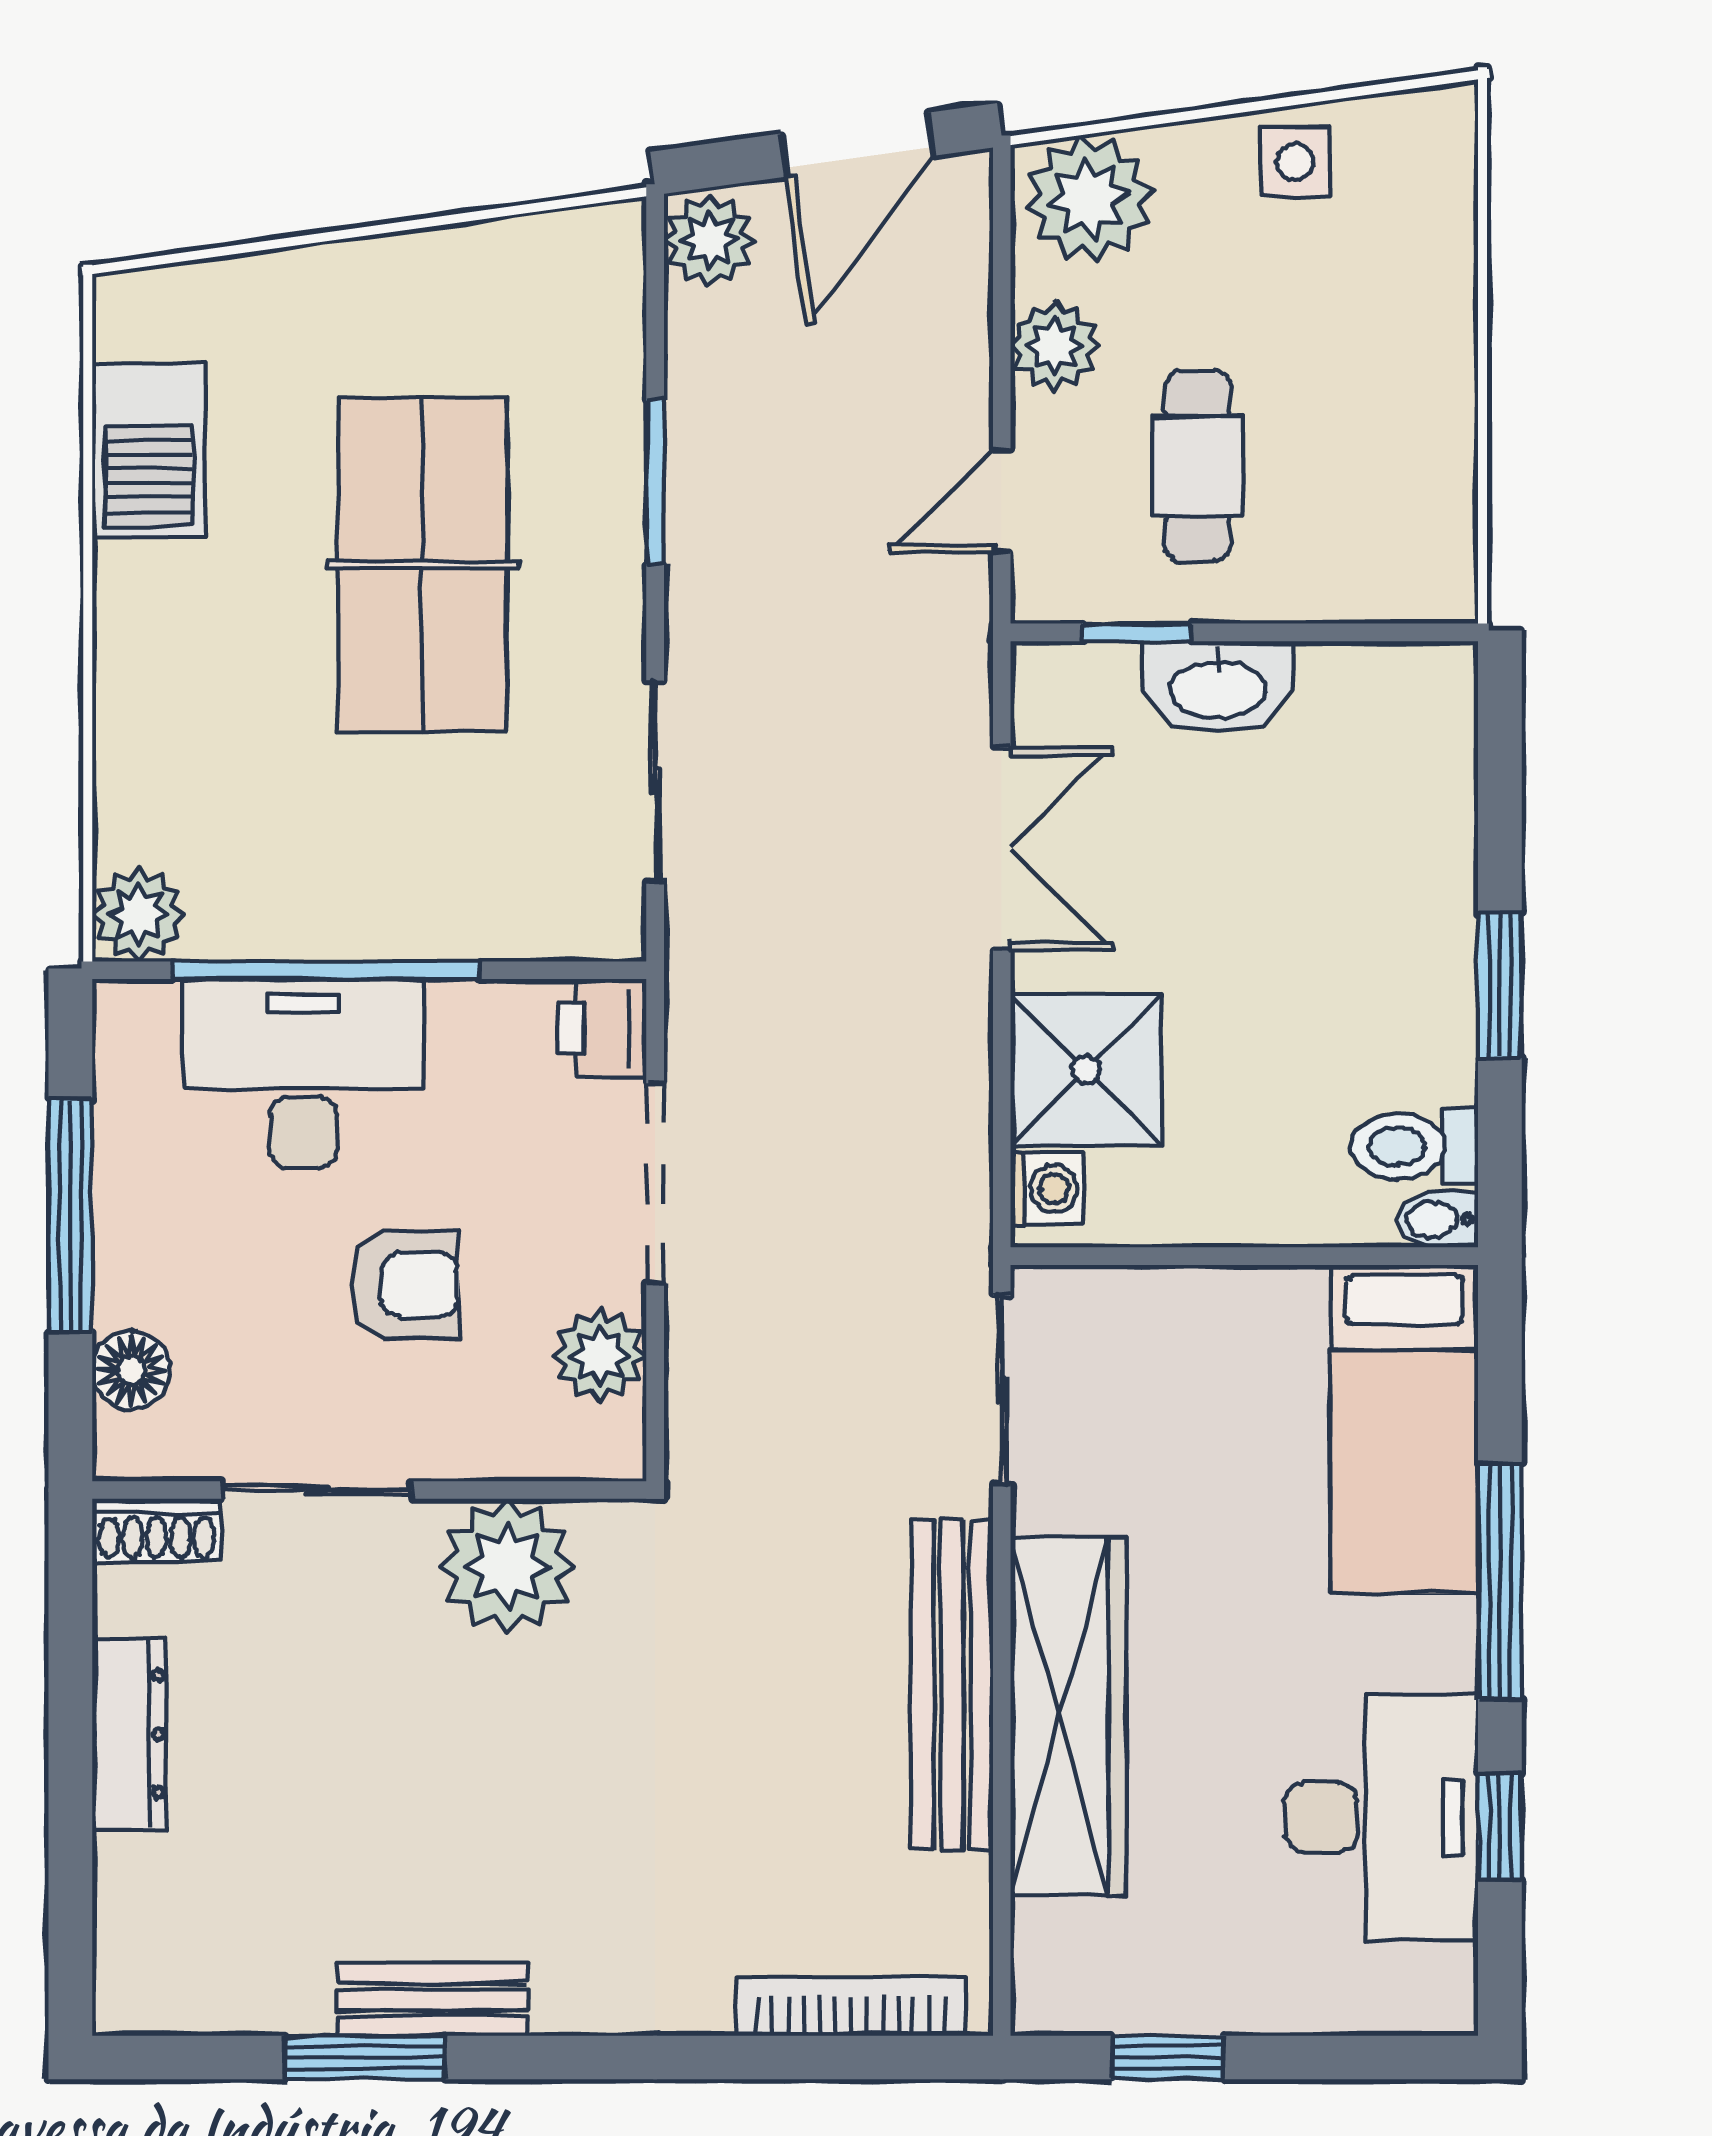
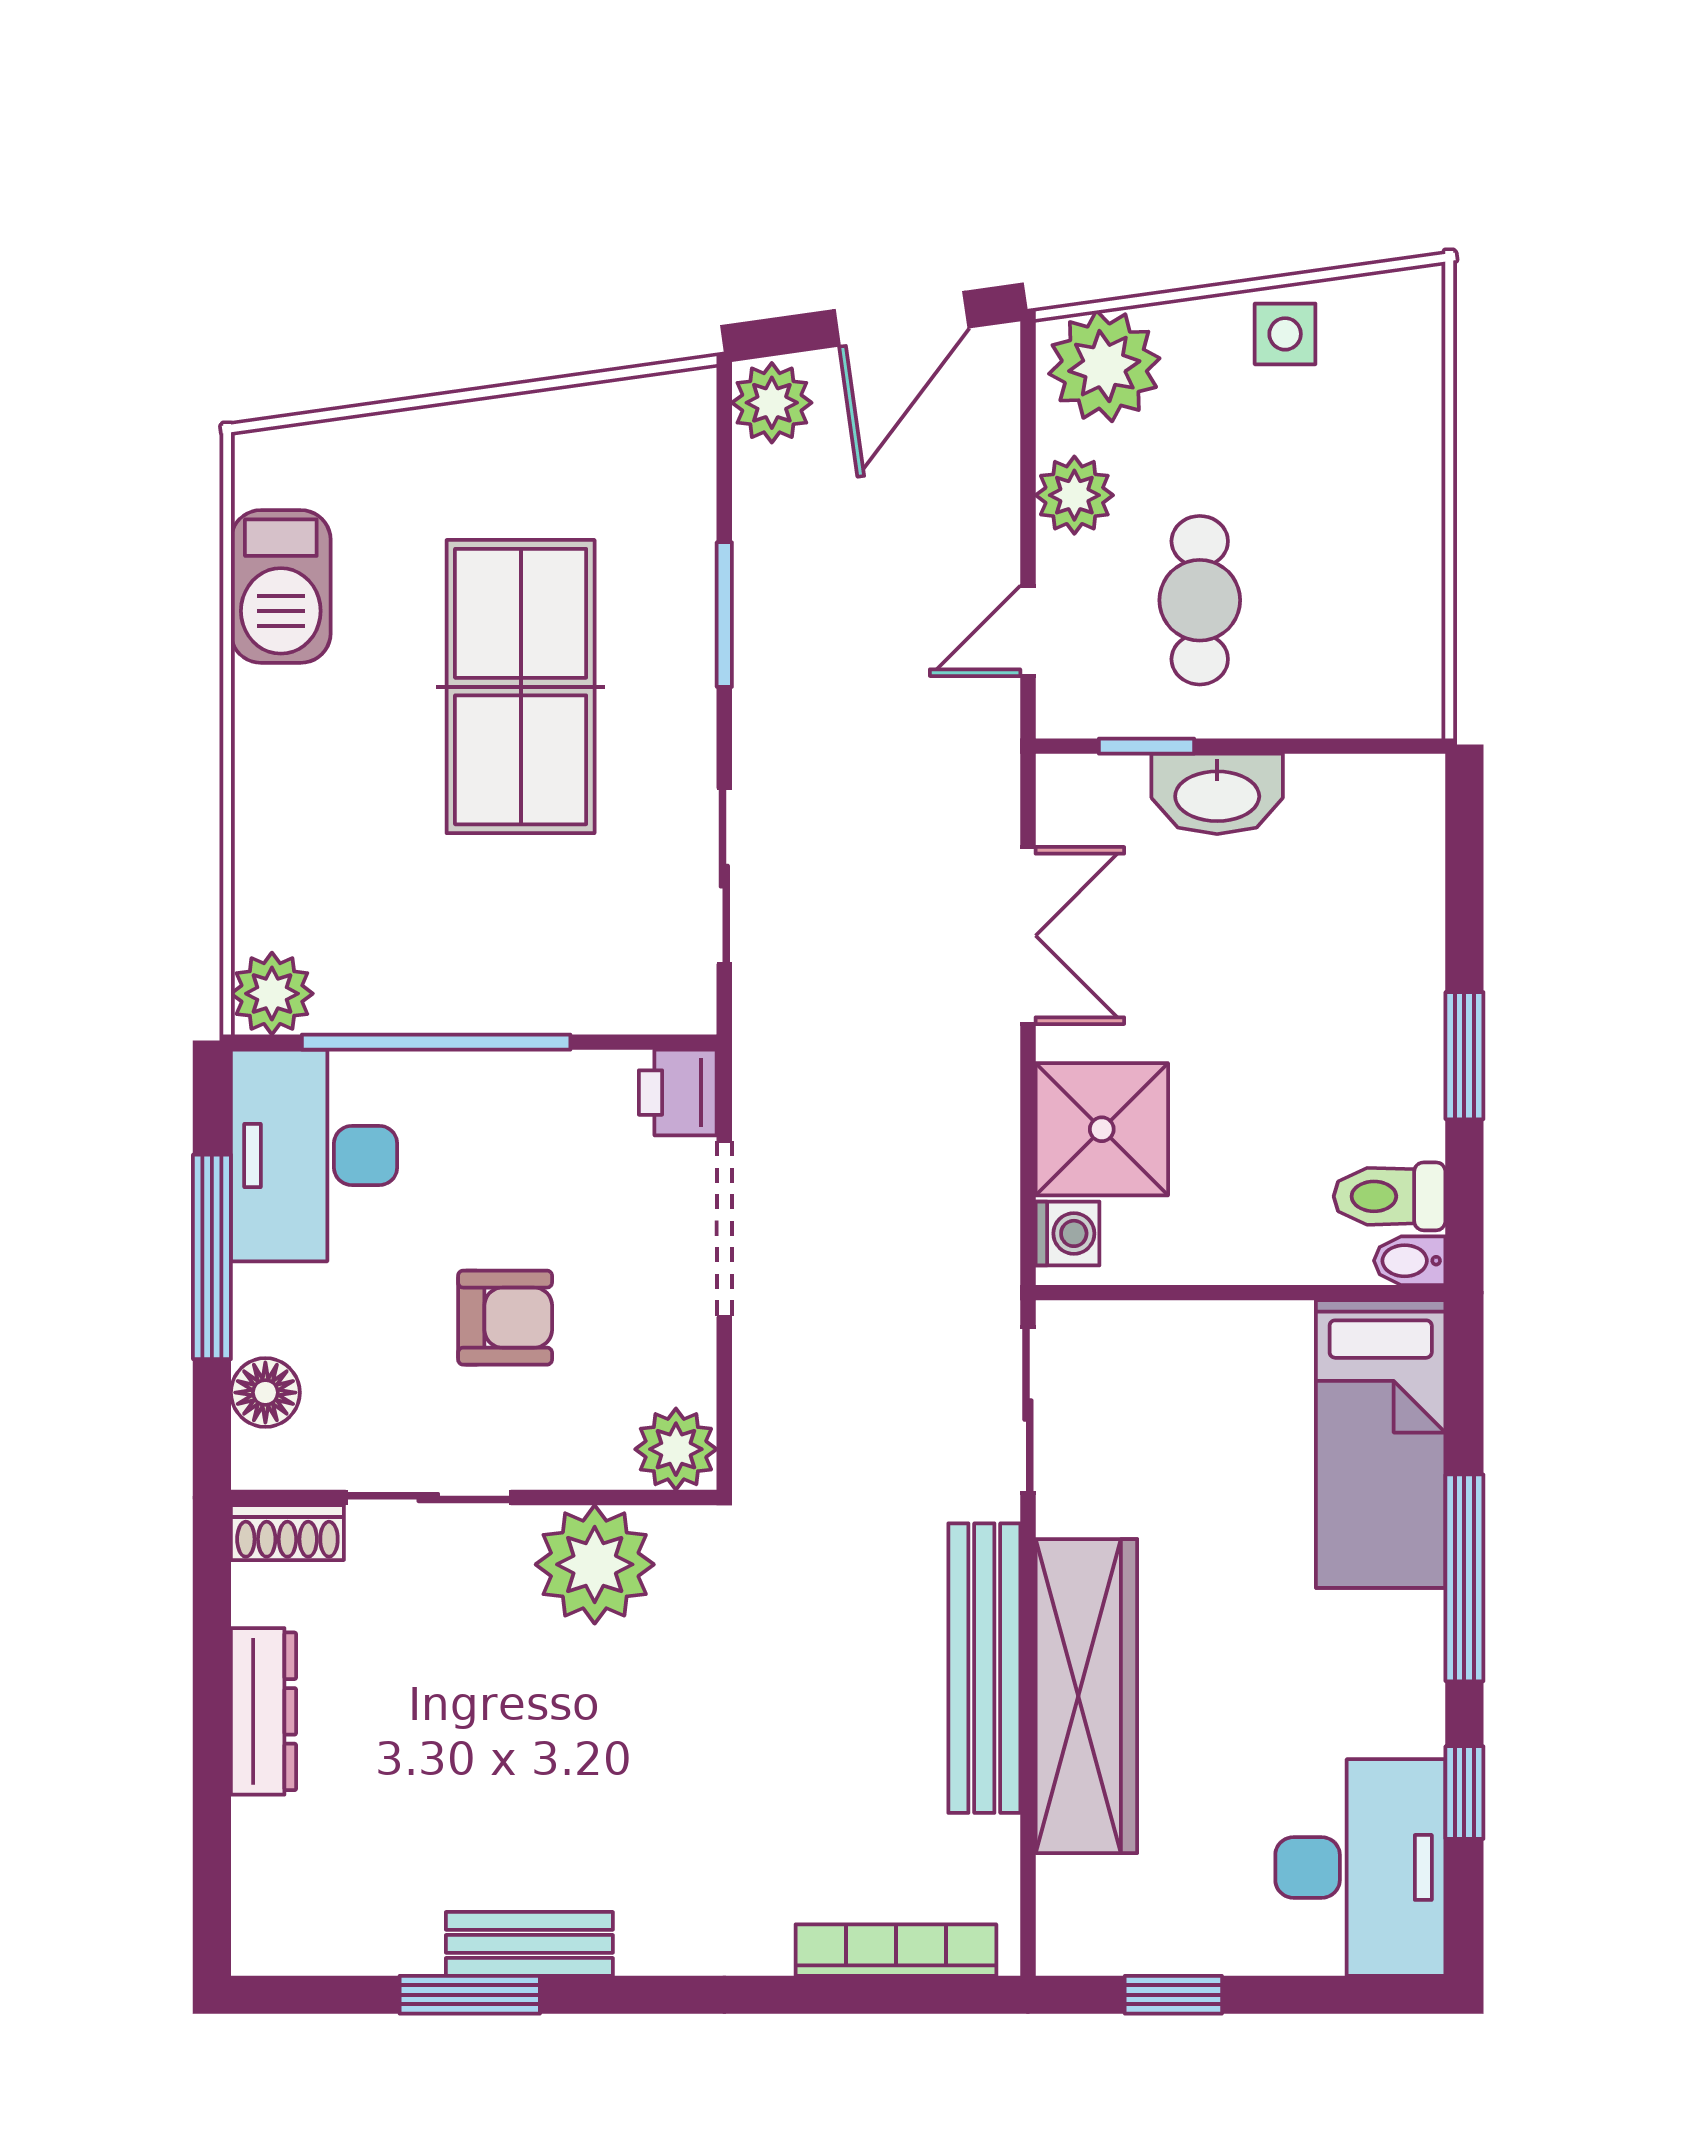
desk: (303, 1074) -> (314, 1155), moved, turned -90
plant: (600, 1356) -> (676, 1449), moved
desk: (1381, 1817) -> (1360, 1867), moved

